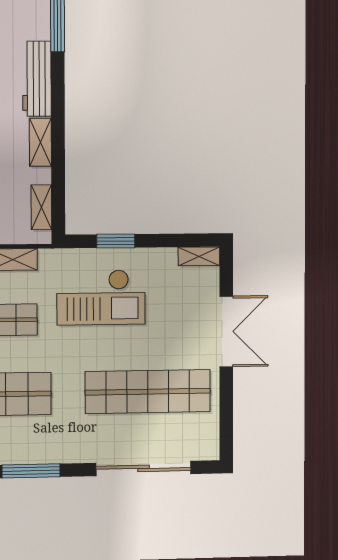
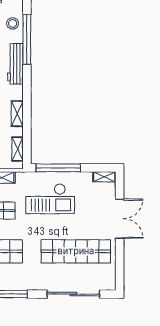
workbench: (37, 79) -> (15, 64), moved
window: (116, 241) -> (58, 168), width x2.11

